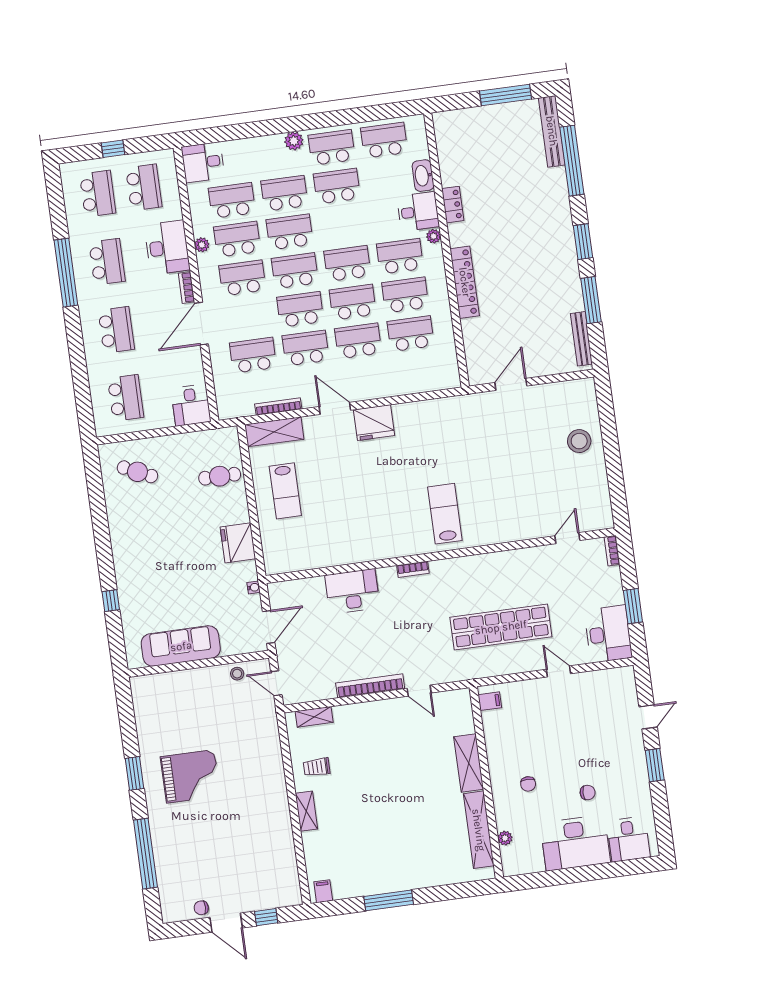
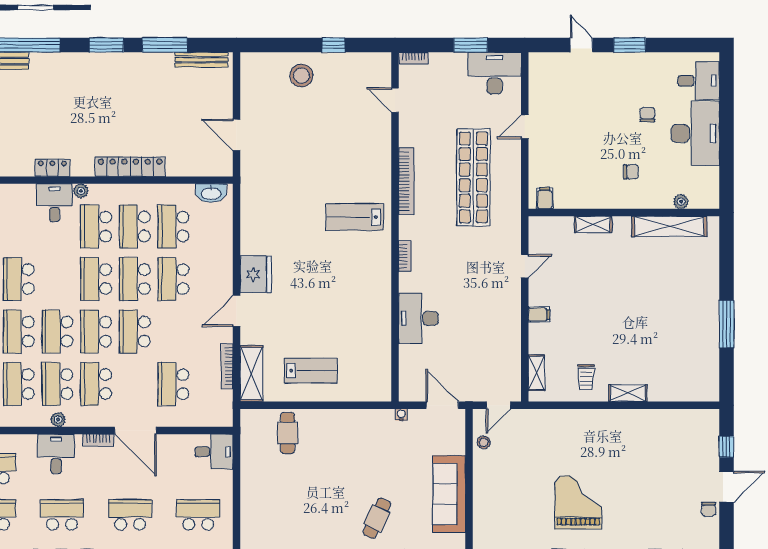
washbasin: (423, 176) -> (211, 193), moved
desk: (167, 247) -> (56, 454), width x0.73
school desk: (306, 348) -> (173, 332), removed
window: (614, 469) -> (334, 45), added
cafe table: (137, 472) -> (377, 518), moved
fridge: (238, 543) -> (355, 424), removed
bookcase: (370, 686) -> (406, 181), moved, turned 180
shelving: (469, 763) -> (593, 224), width x0.67, depth x0.75
filing cabinet: (323, 891) -> (539, 315), moved, turned 180

